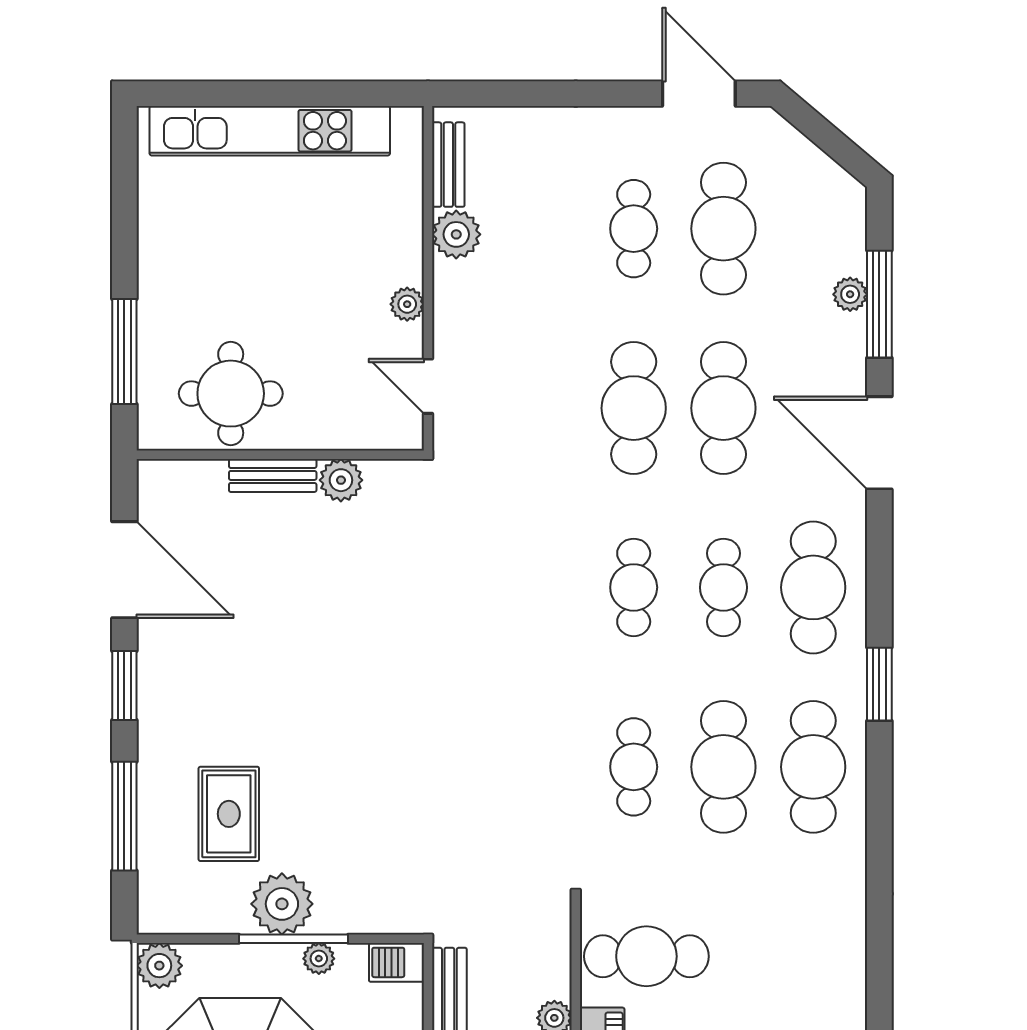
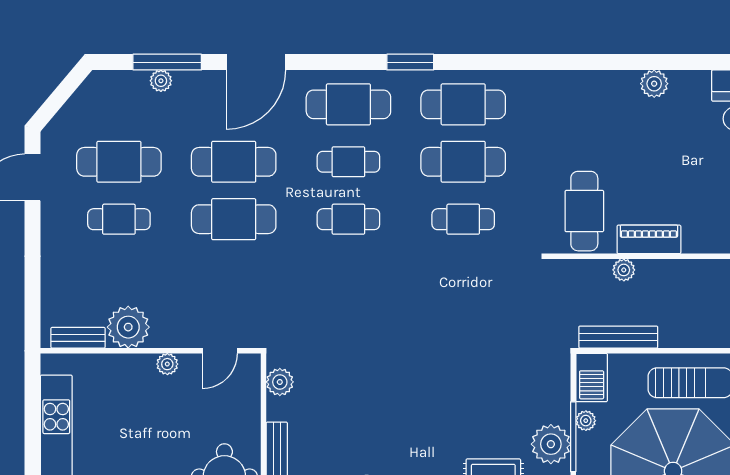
plant: (456, 234) -> (128, 327), width x1.36, depth x1.36
plant: (341, 480) -> (280, 382), moved
barbecue: (396, 962) -> (592, 378), width x1.38, depth x1.27

